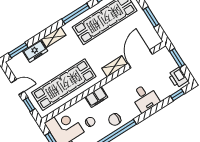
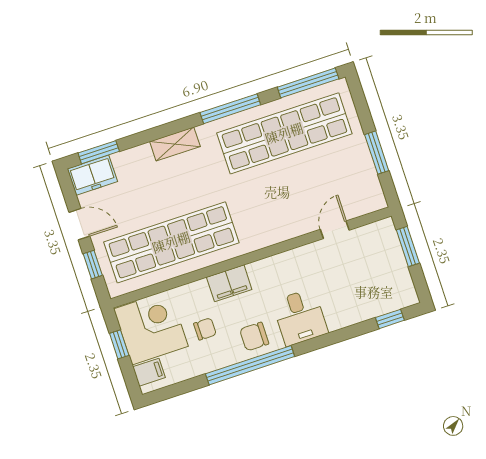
freezer: (35, 51) -> (92, 175), moved
door: (140, 59) -> (335, 230), width x0.53
shelving: (114, 66) -> (280, 232), removed
printer: (178, 78) -> (400, 285), removed
desk: (145, 98) -> (300, 317), moved

